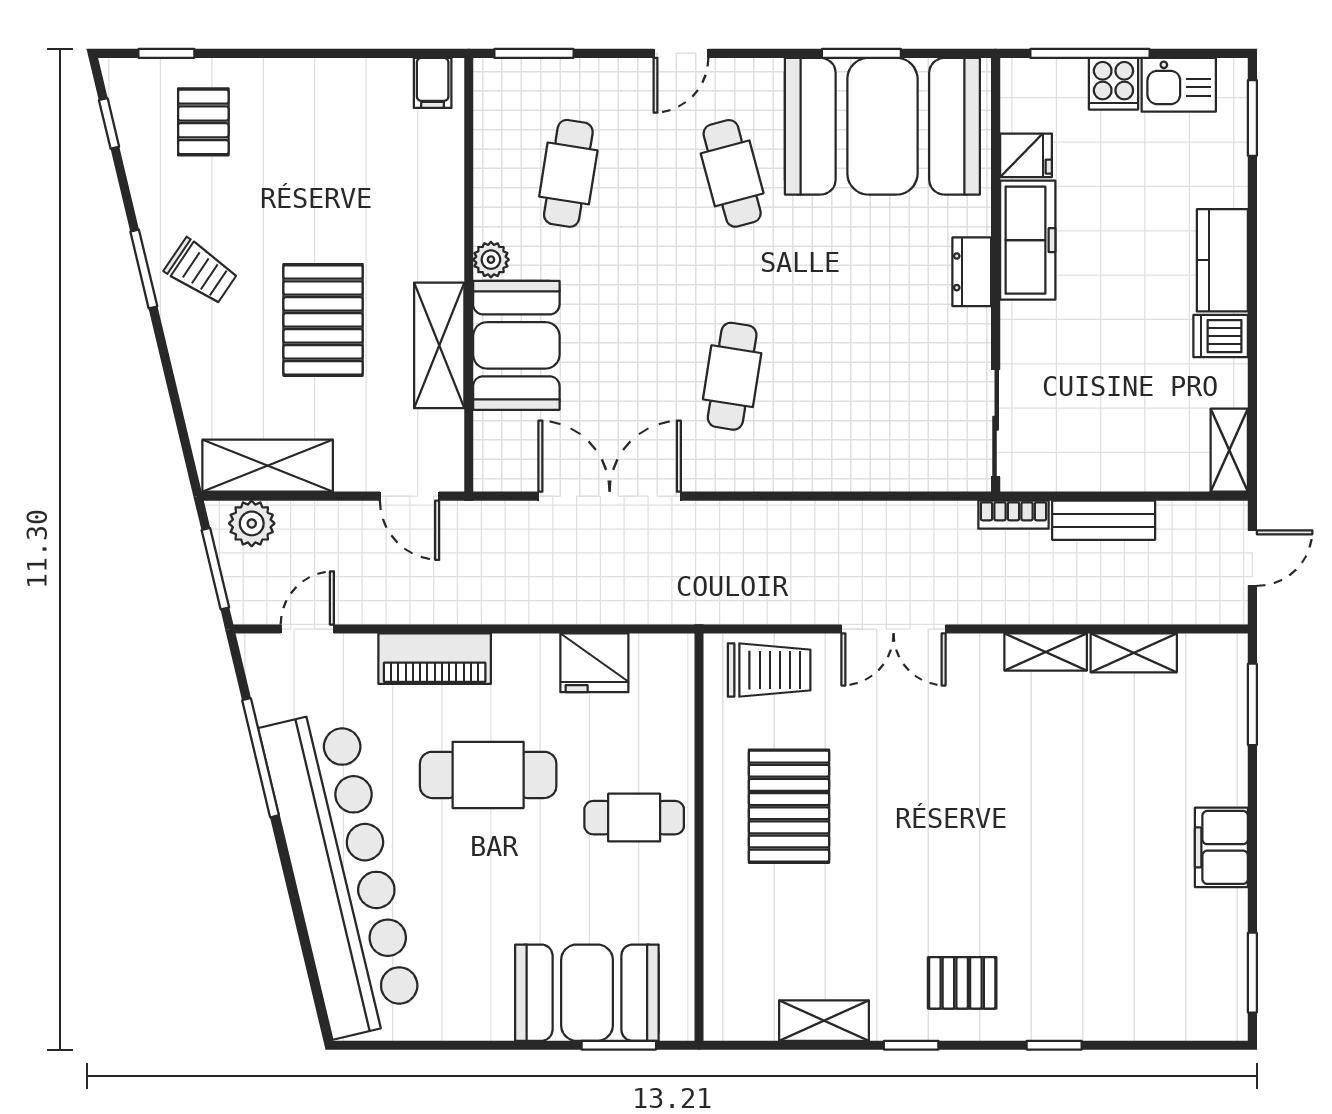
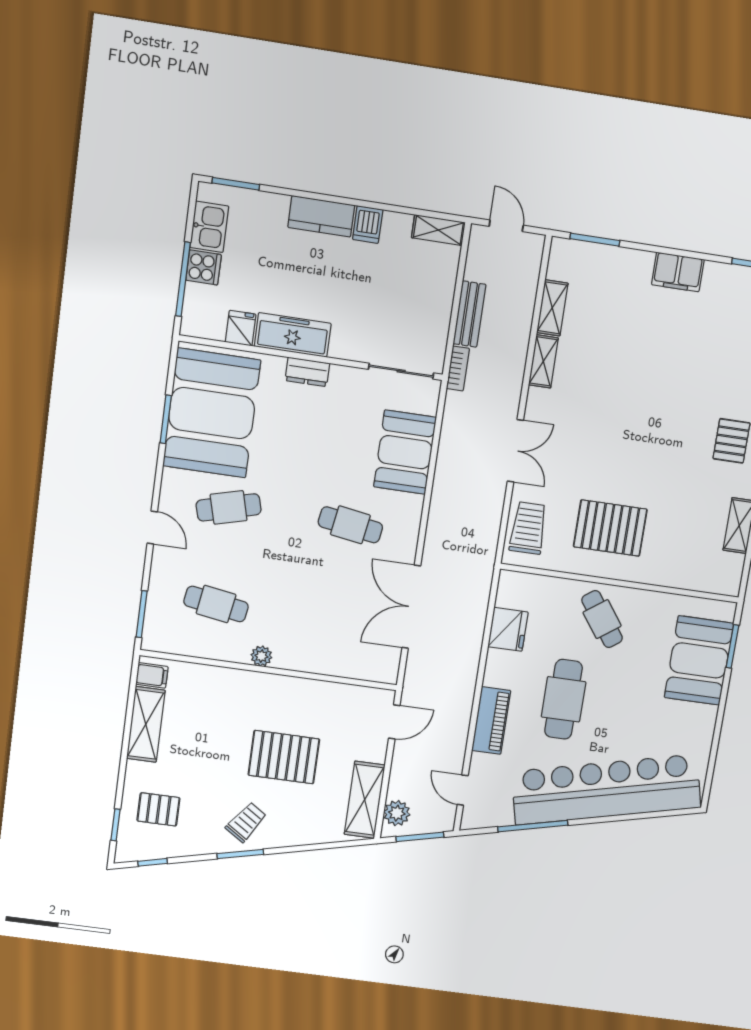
shelving: (439, 345) -> (146, 724), moved, turned 90
booth: (516, 345) -> (405, 452), moved, turned 90
cafe table: (634, 818) -> (602, 619), turned -36

